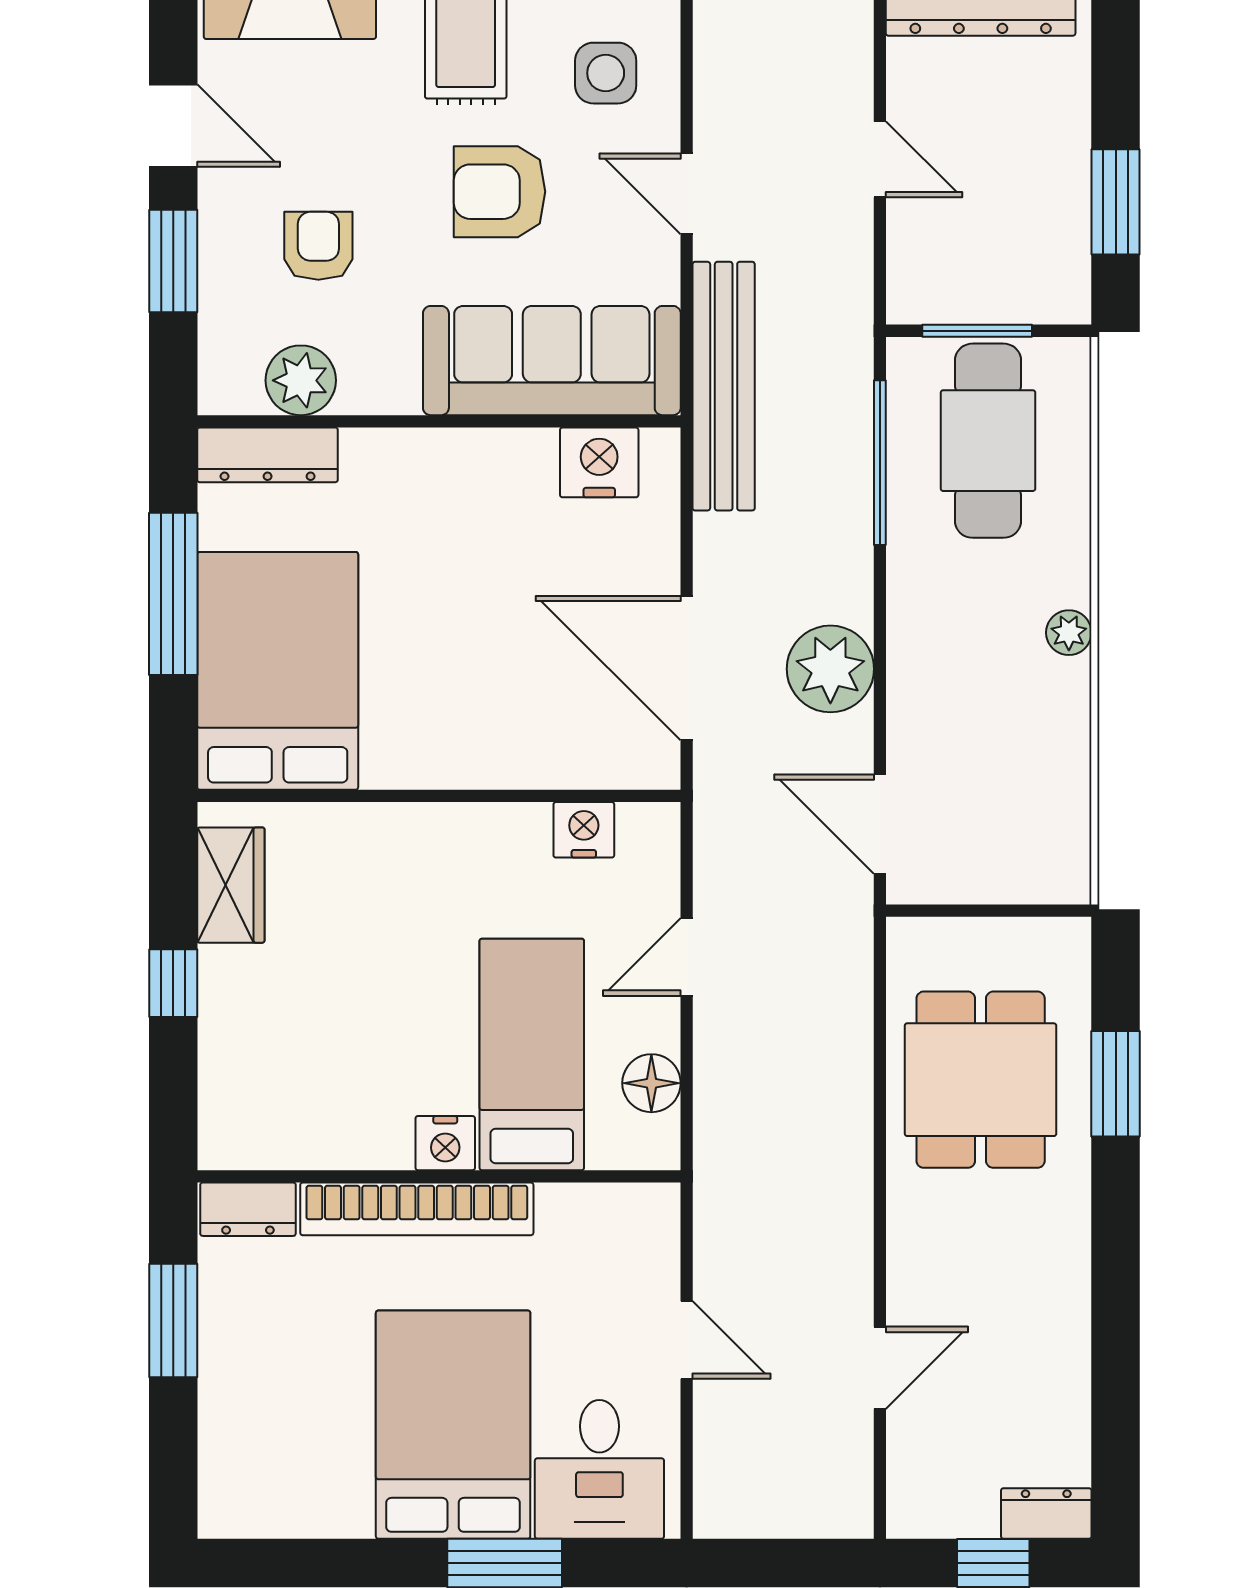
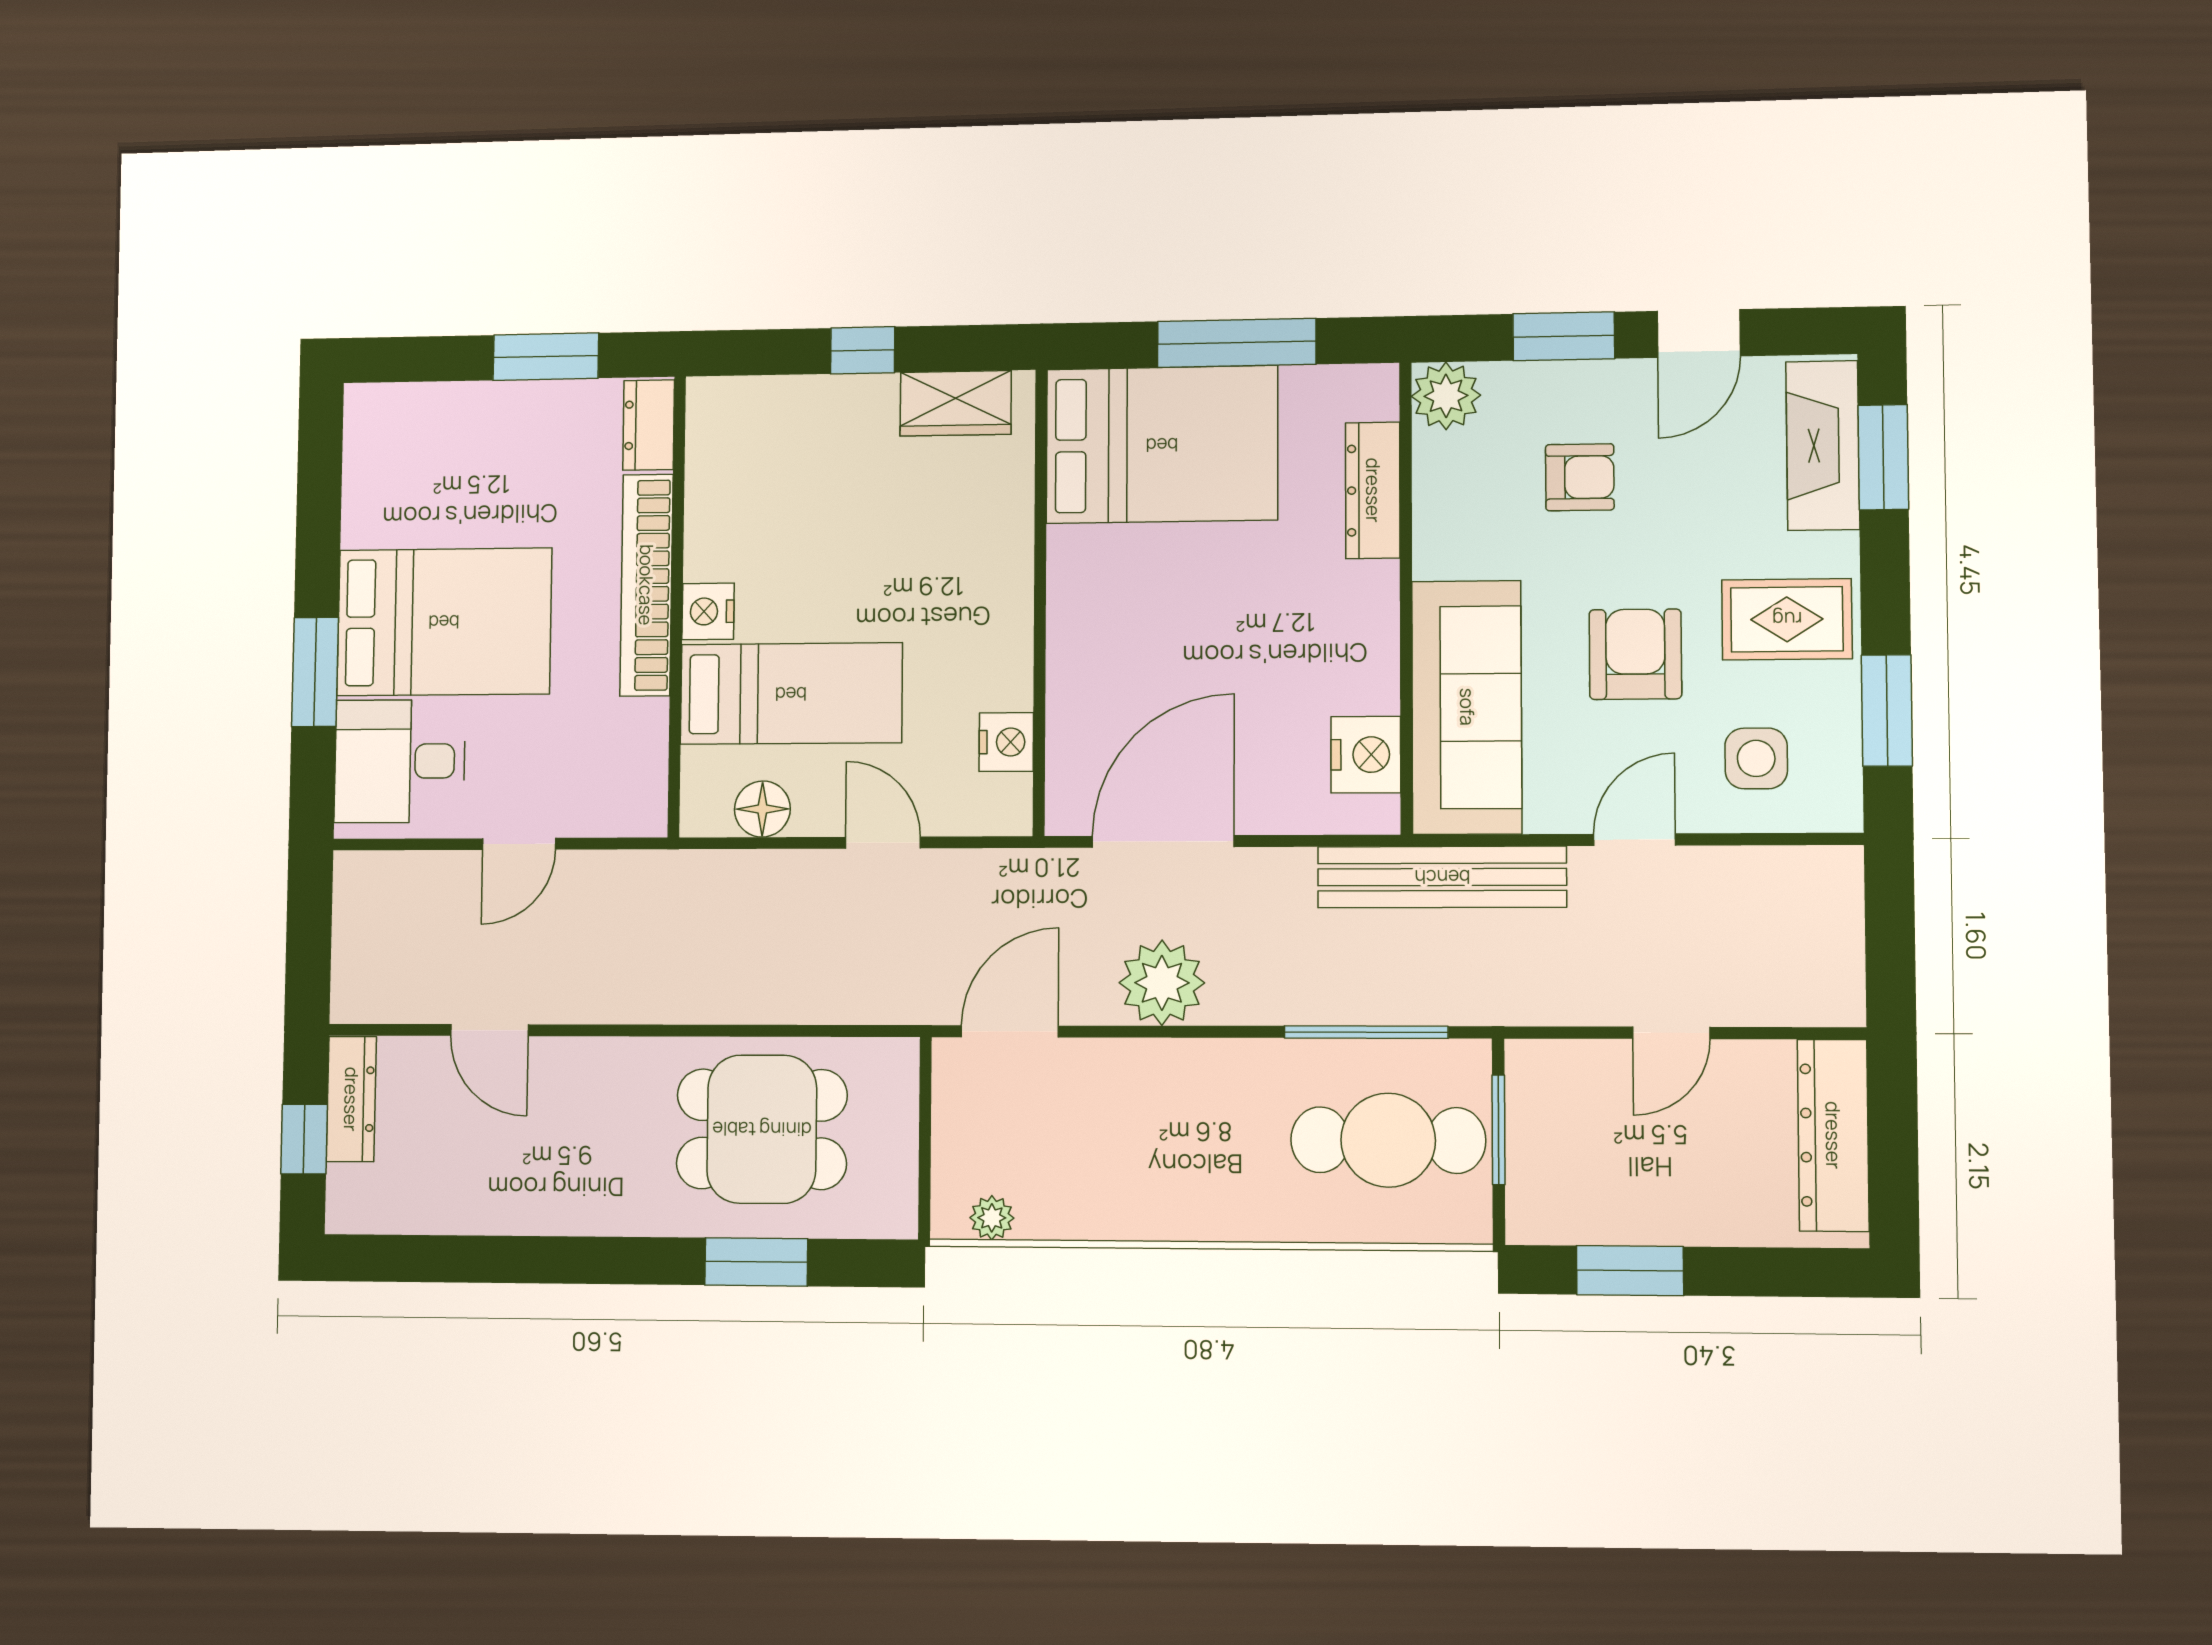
plant: (301, 380) -> (1446, 396), moved
dresser: (268, 455) -> (1373, 490), moved
plant: (1069, 633) -> (992, 1218), moved
dresser: (1046, 1513) -> (351, 1099), moved, width x1.44

